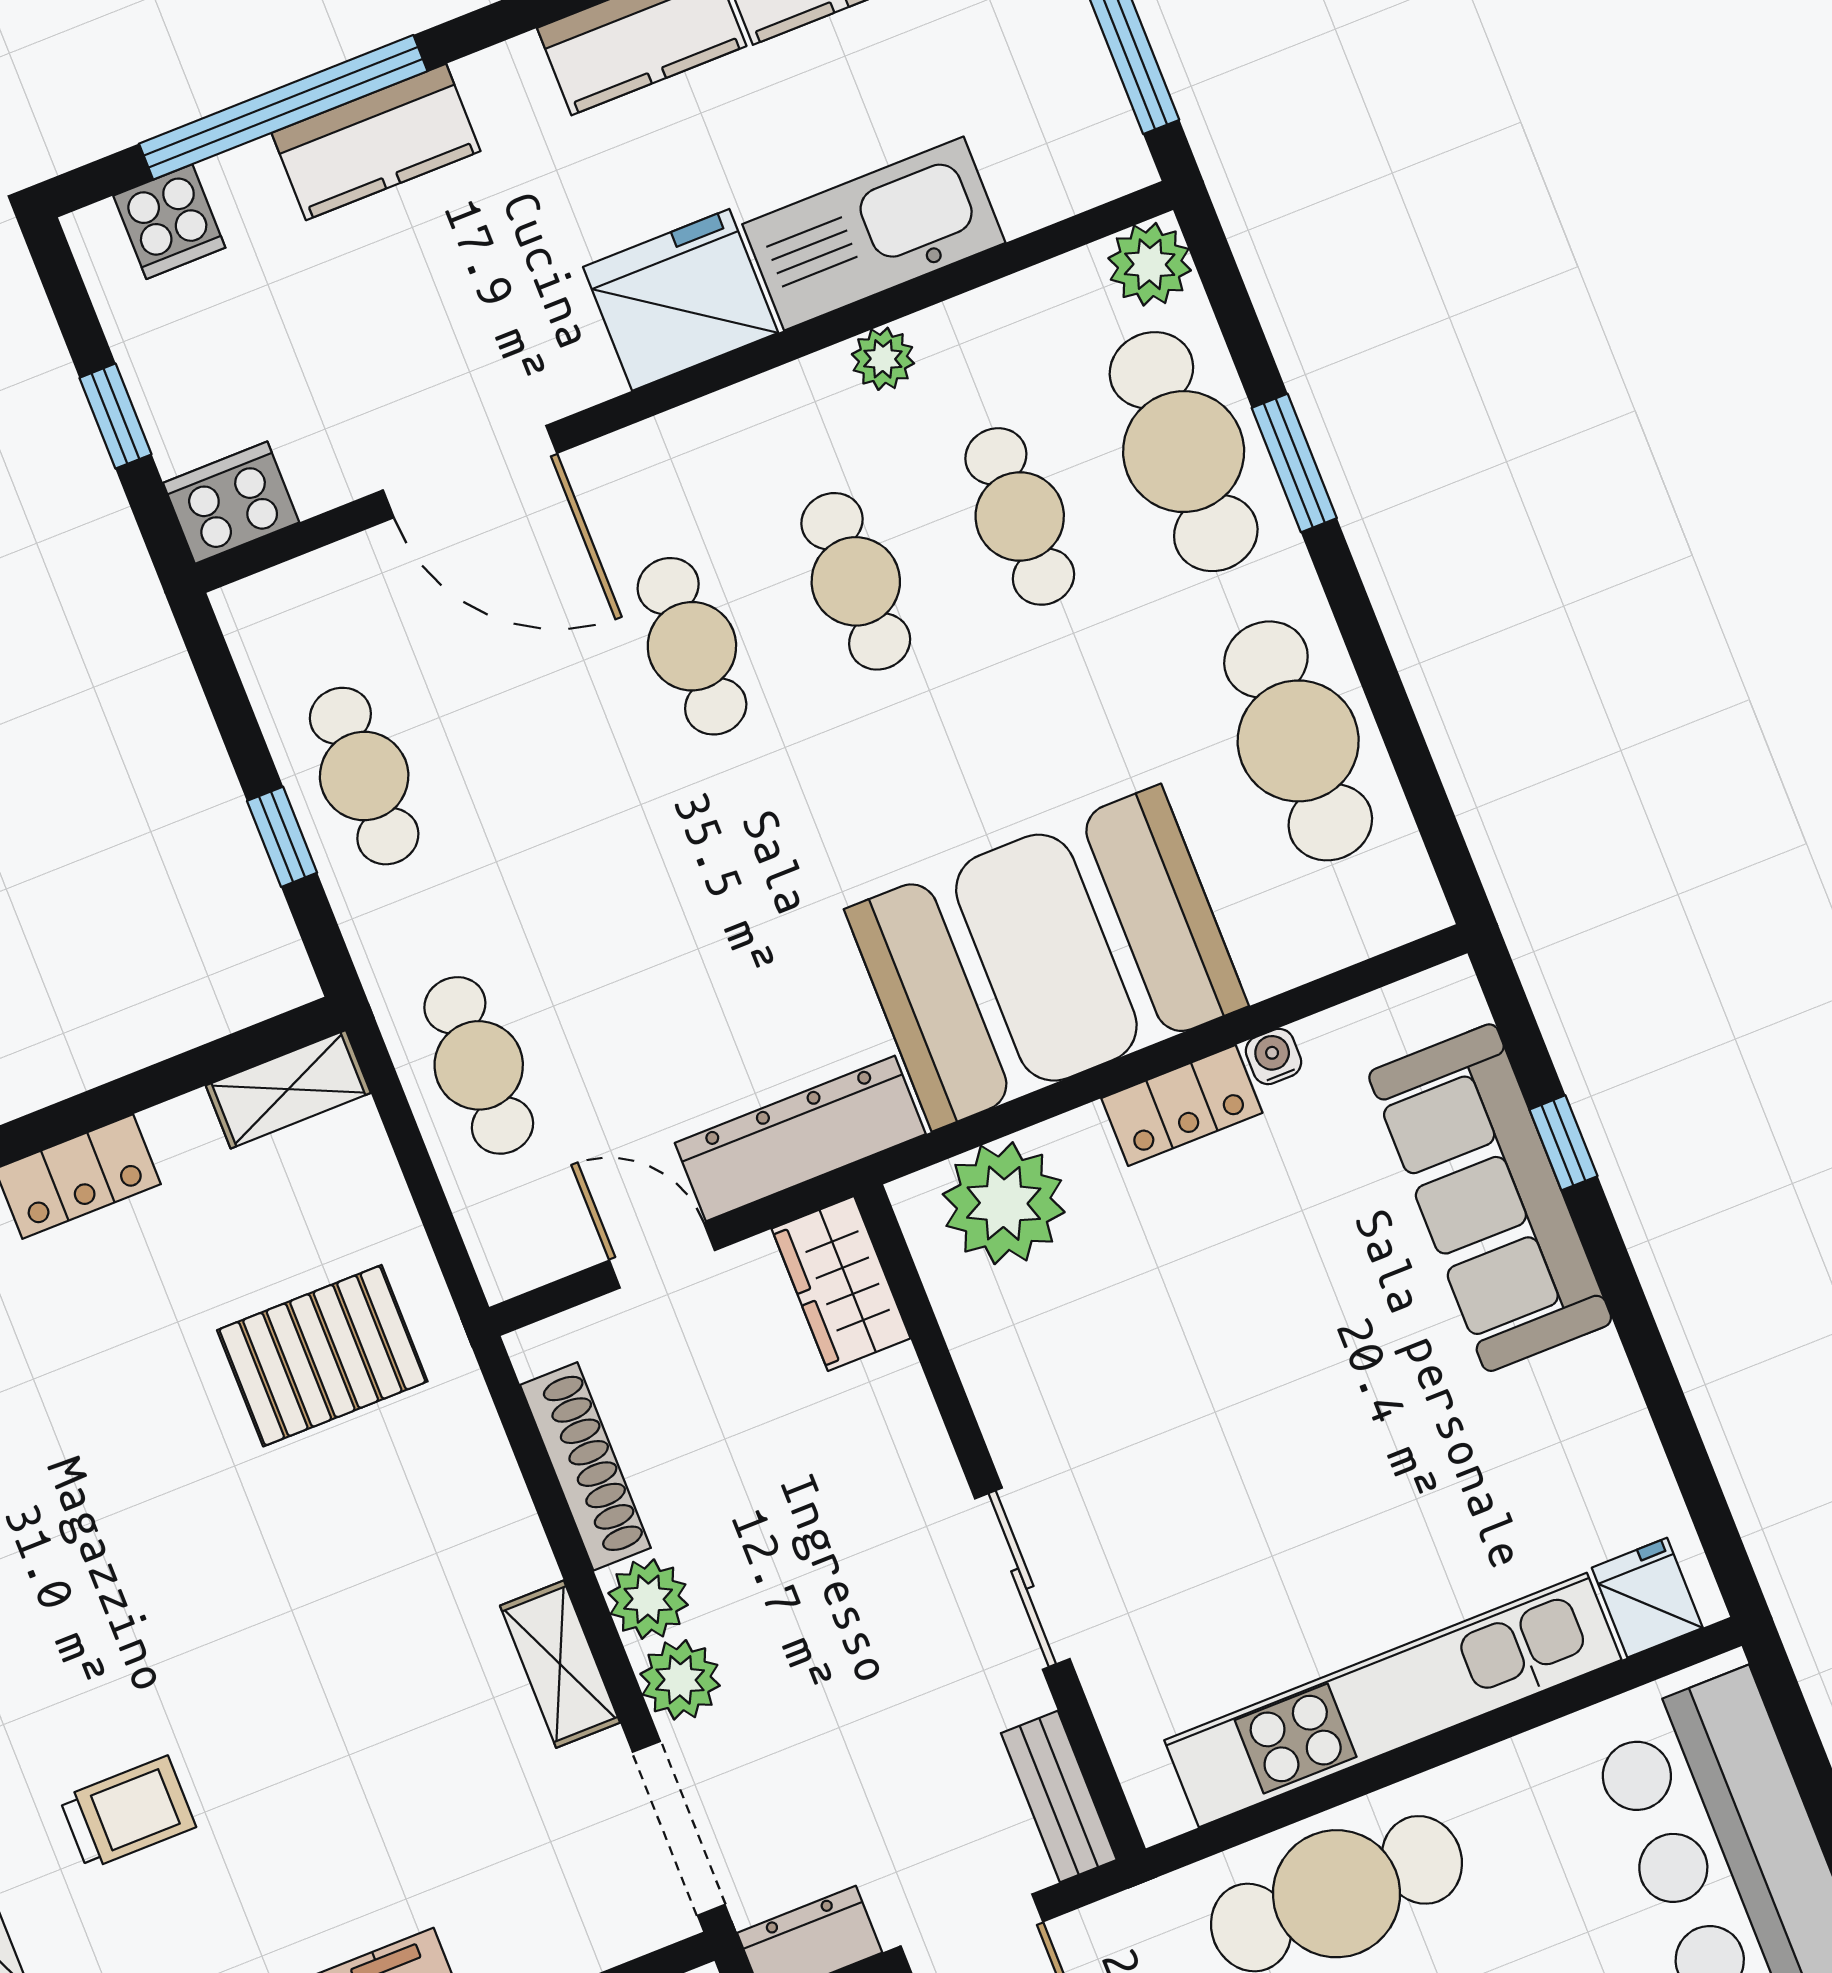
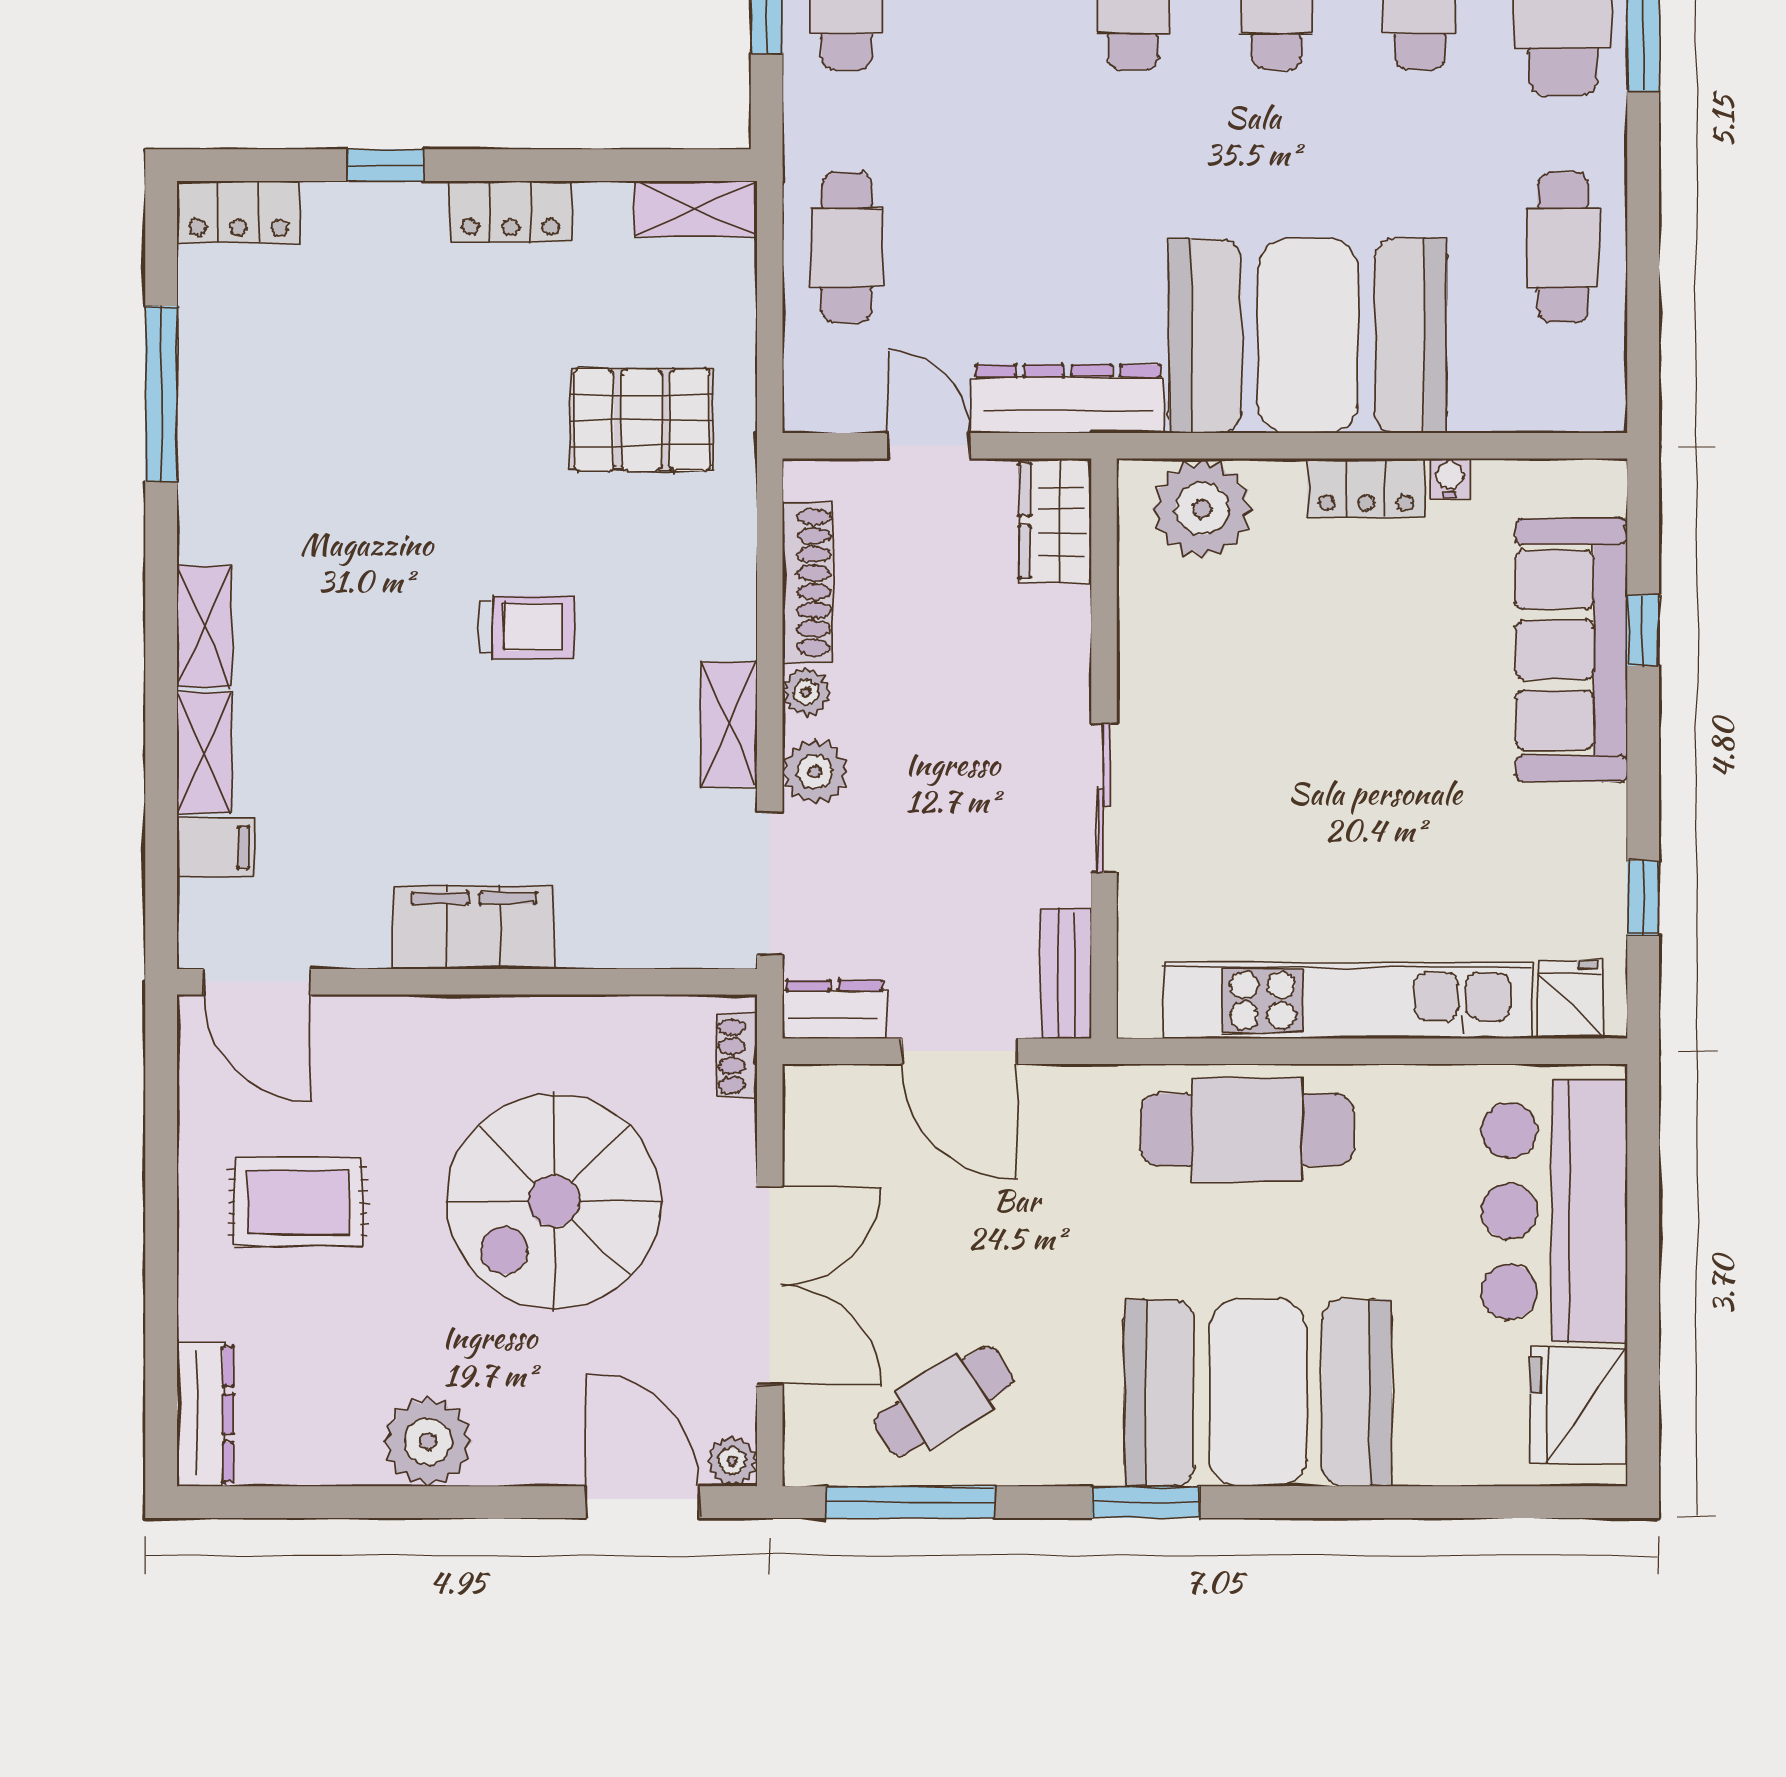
cafe table: (1298, 741) -> (1563, 247), width x0.73, depth x0.74
window: (1685, 1449) -> (1643, 898), added
plant: (648, 1599) -> (806, 692), width x0.73, depth x0.73
trolley: (128, 1813) -> (527, 627), moved

